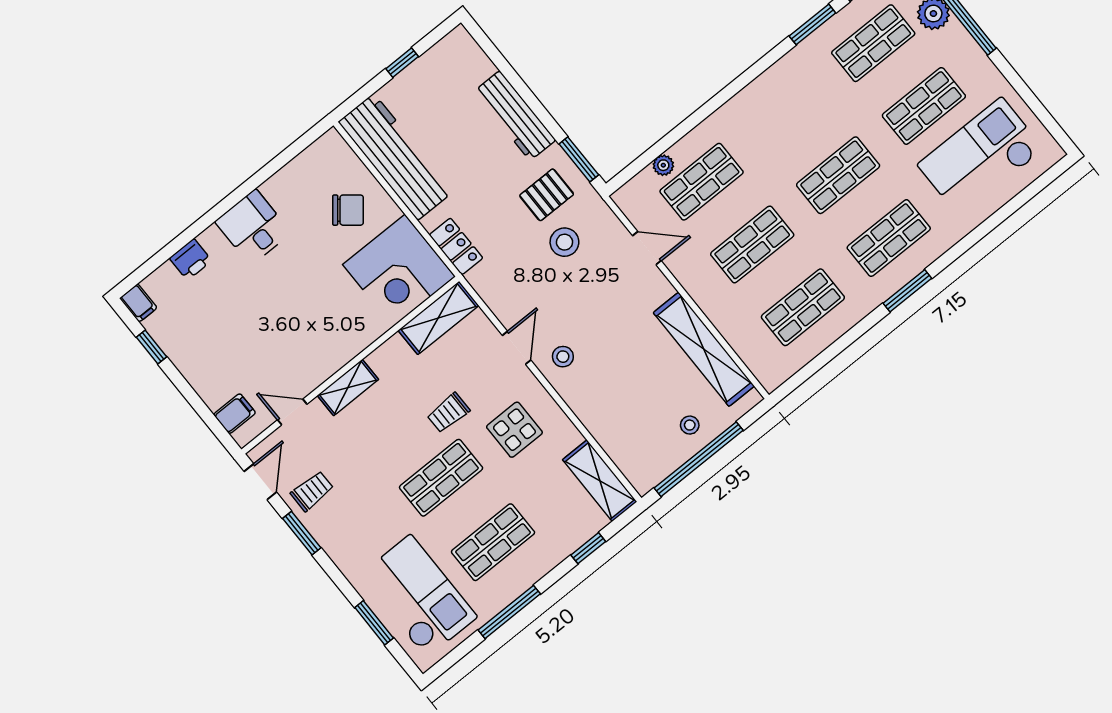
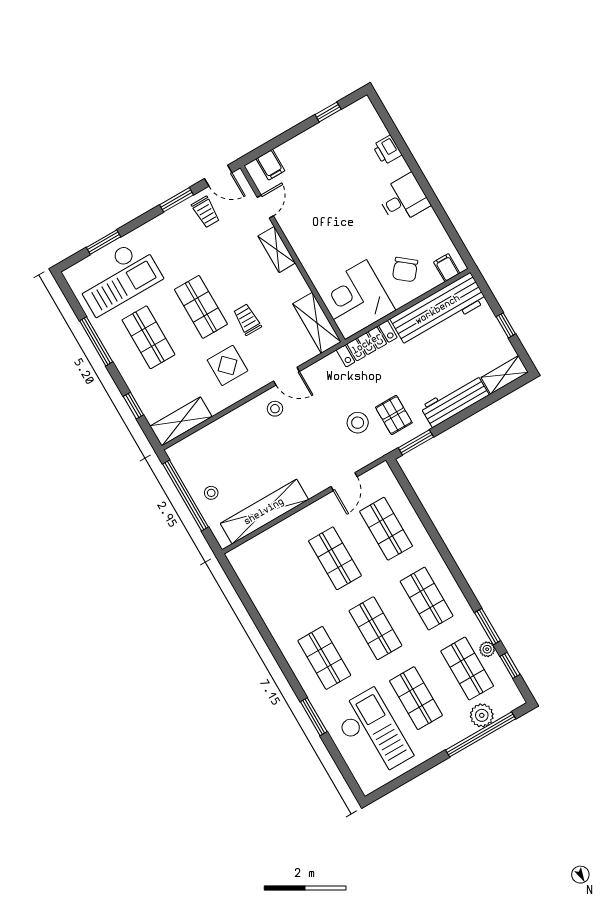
shelving: (469, 54) -> (505, 375), added
plant: (663, 165) -> (487, 649), moved
locker: (456, 246) -> (367, 344), width x1.53
window: (907, 291) -> (314, 717), moved
filing cabinet: (138, 303) -> (447, 268), moved, turned 90
shop shelf: (803, 307) -> (427, 599), moved

